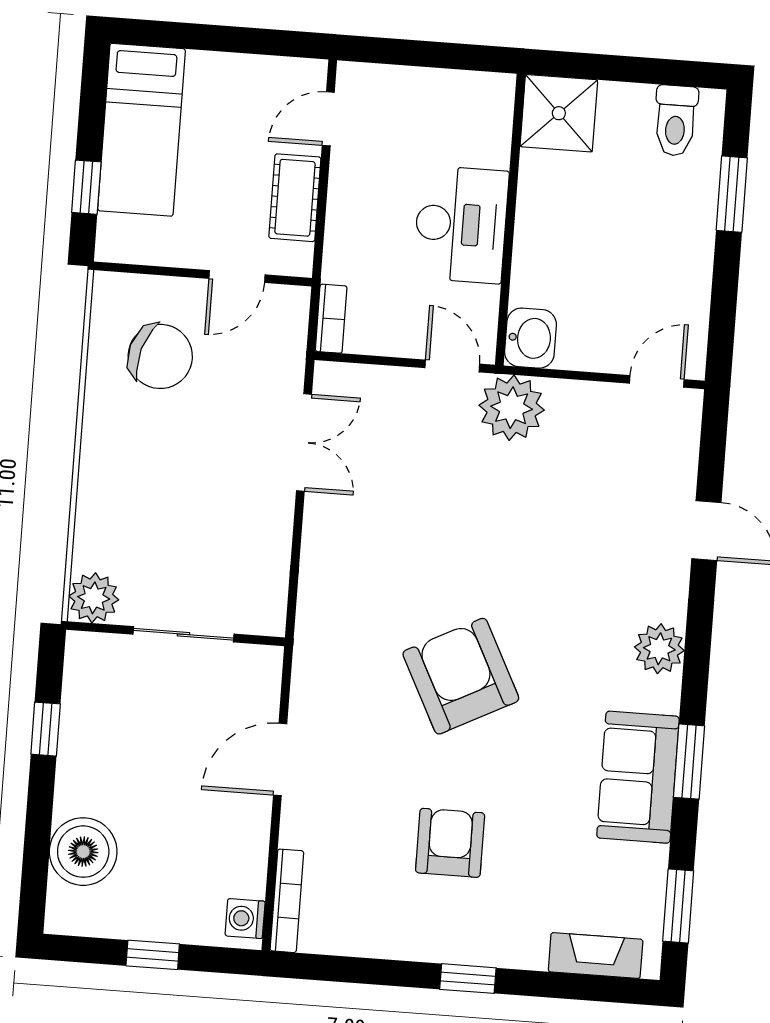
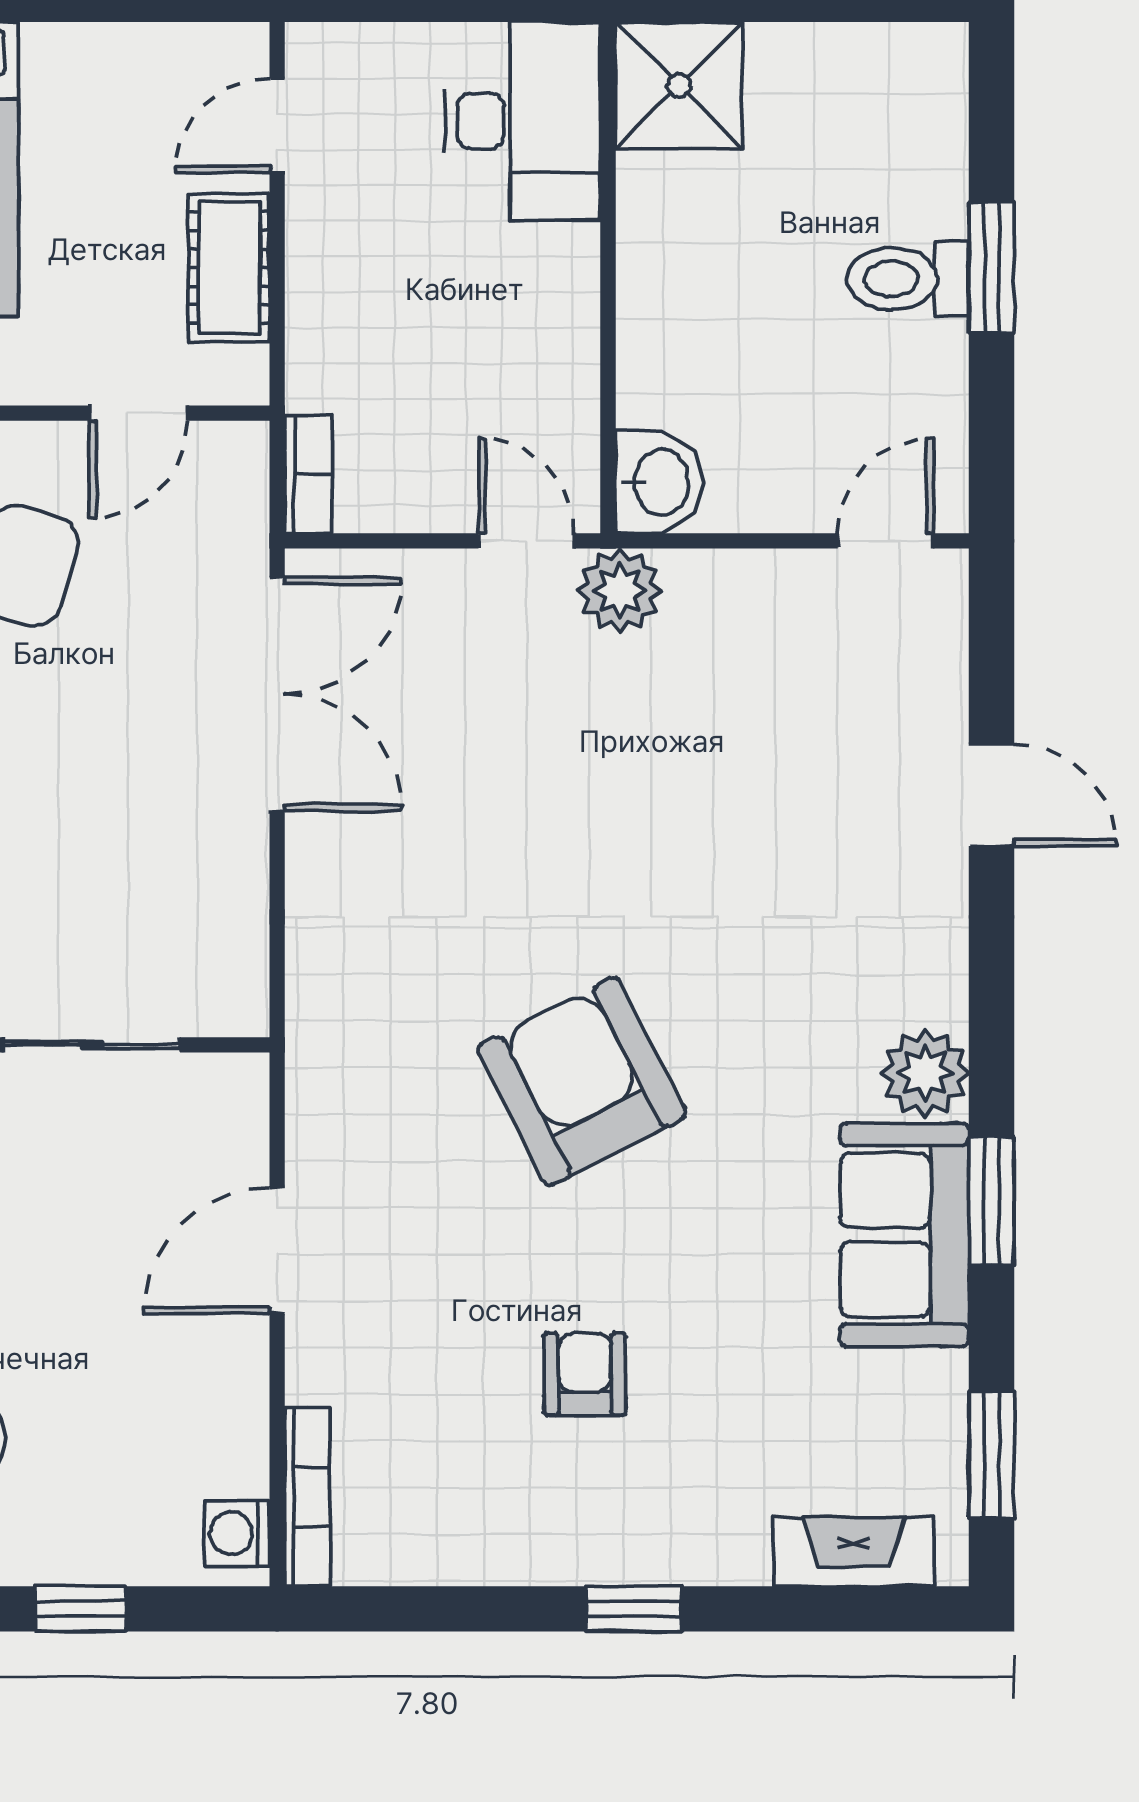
toilet: (676, 121) -> (908, 279), moved, turned 90
window: (732, 194) -> (992, 268), moved
desk: (461, 224) -> (523, 121), moved
plant: (512, 408) -> (620, 591), width x0.73, depth x0.73
double door: (304, 443) -> (277, 694), width x1.37
plant: (659, 649) -> (925, 1073), moved
armchair: (450, 843) -> (585, 1374), width x0.72, depth x0.72

